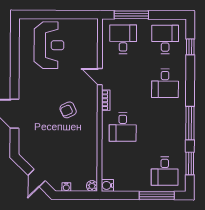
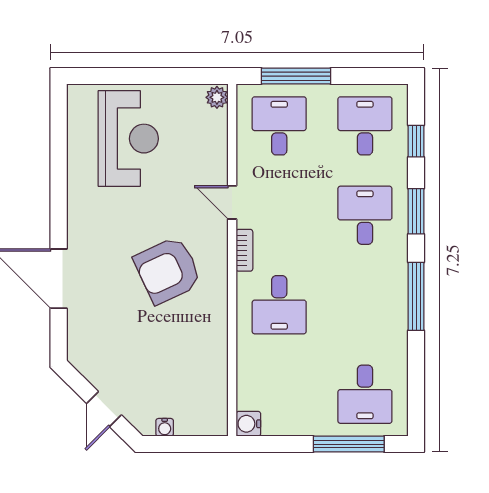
desk: (165, 83) -> (365, 215), turned 180
armchair: (68, 110) -> (168, 270), width x1.88, depth x1.88
window: (190, 163) -> (416, 211), moved
plant: (92, 186) -> (217, 97), moved

